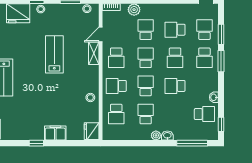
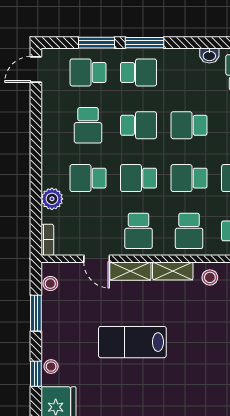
school desk: (116, 58) -> (139, 231), turned 90
shelving: (94, 77) -> (173, 271), added
school desk: (175, 86) -> (189, 125), turned 90

